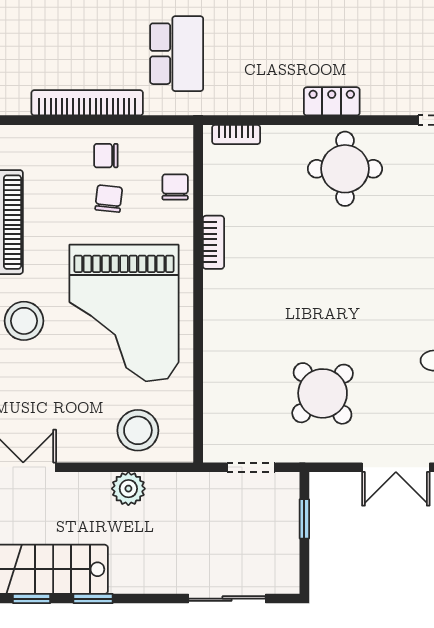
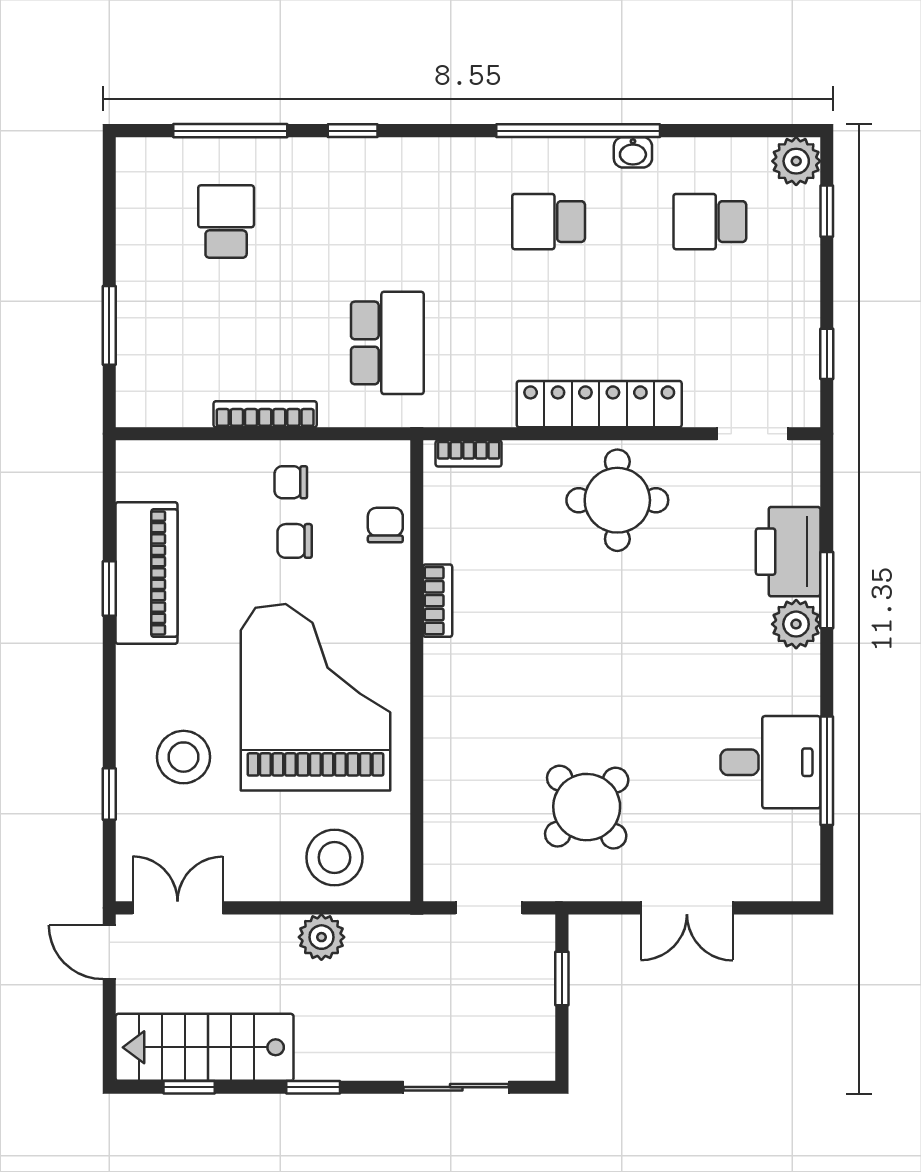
locker: (332, 101) -> (599, 404), width x2.16, depth x1.21
bookcase: (87, 103) -> (265, 414), width x0.68, depth x0.76
chair: (109, 199) -> (295, 541), turned -96
grand piano: (124, 313) -> (315, 697), turned 180
stool: (24, 321) -> (183, 757), moved
window: (93, 599) -> (313, 1087), moved

